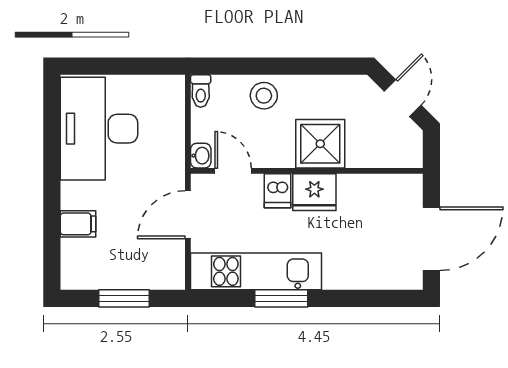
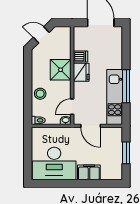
dishwasher: (277, 191) -> (80, 57), moved
filing cabinet: (78, 224) -> (89, 172), width x2.00
window: (281, 298) -> (126, 86), width x1.44

